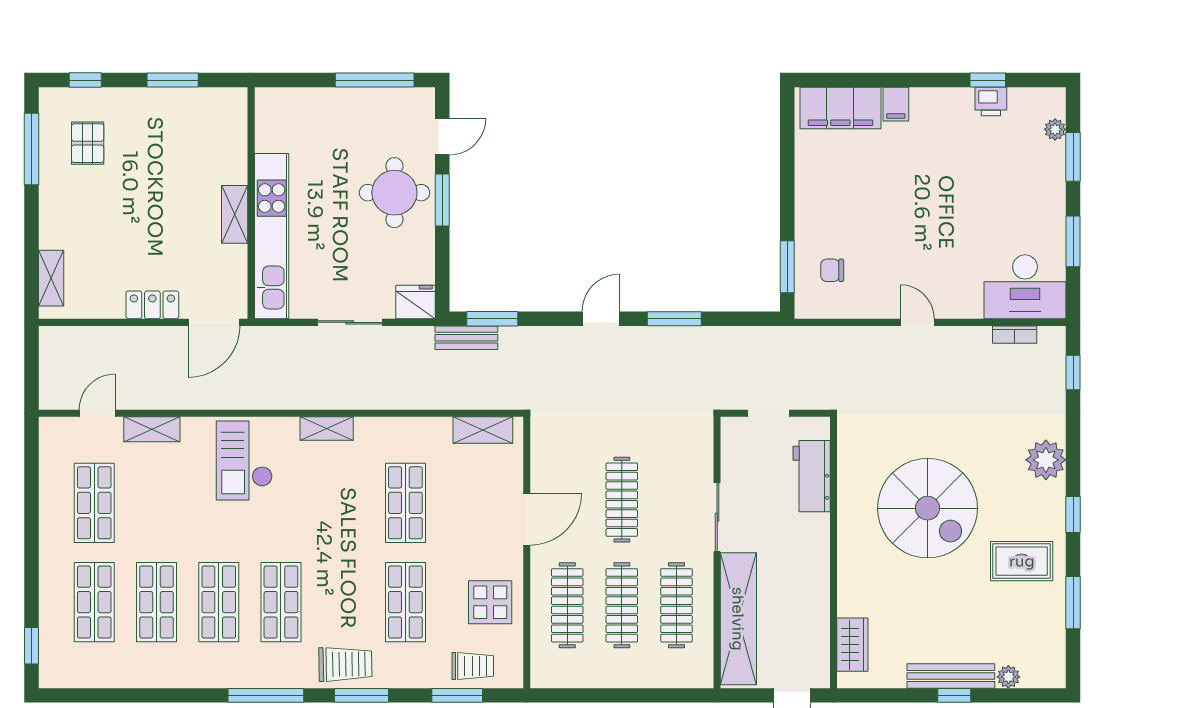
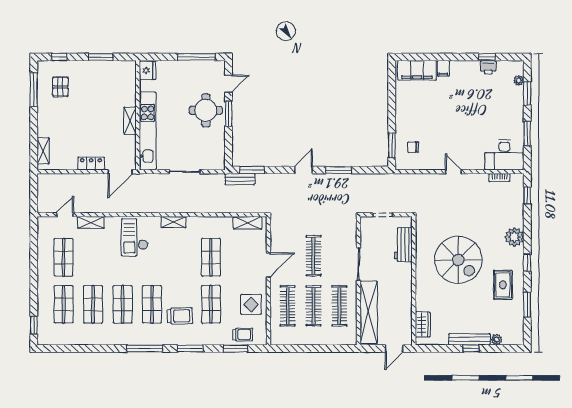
fridge: (416, 302) -> (147, 70), moved, turned 90
rug: (1022, 561) -> (503, 285), turned 90
trolley: (345, 664) -> (180, 316), moved

